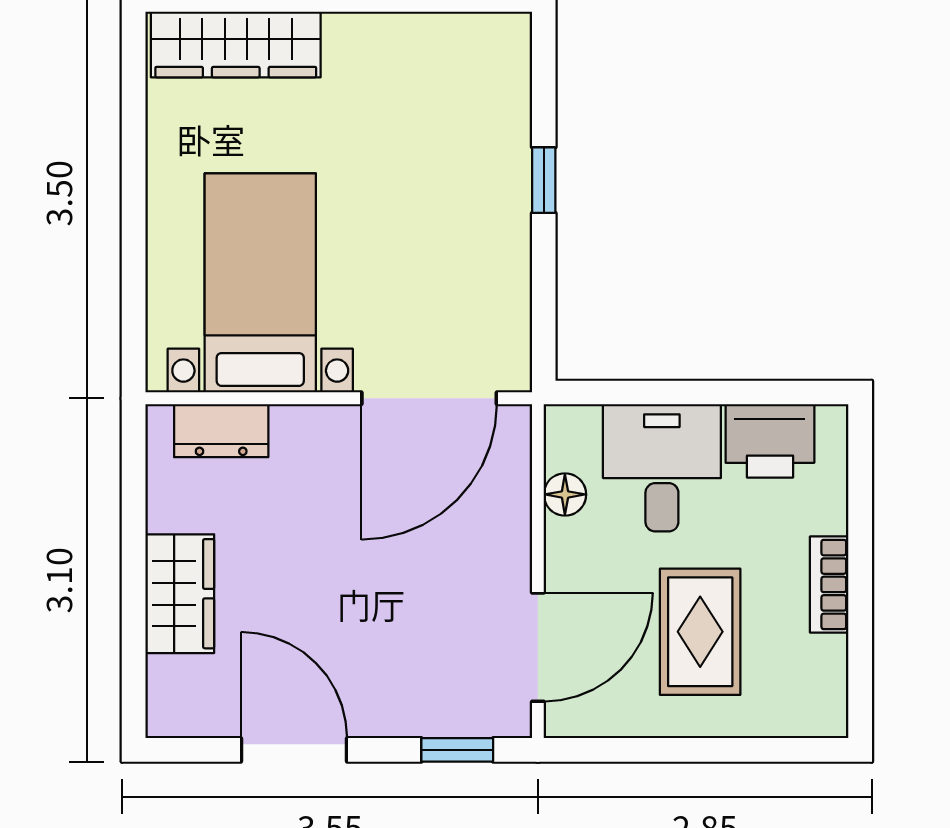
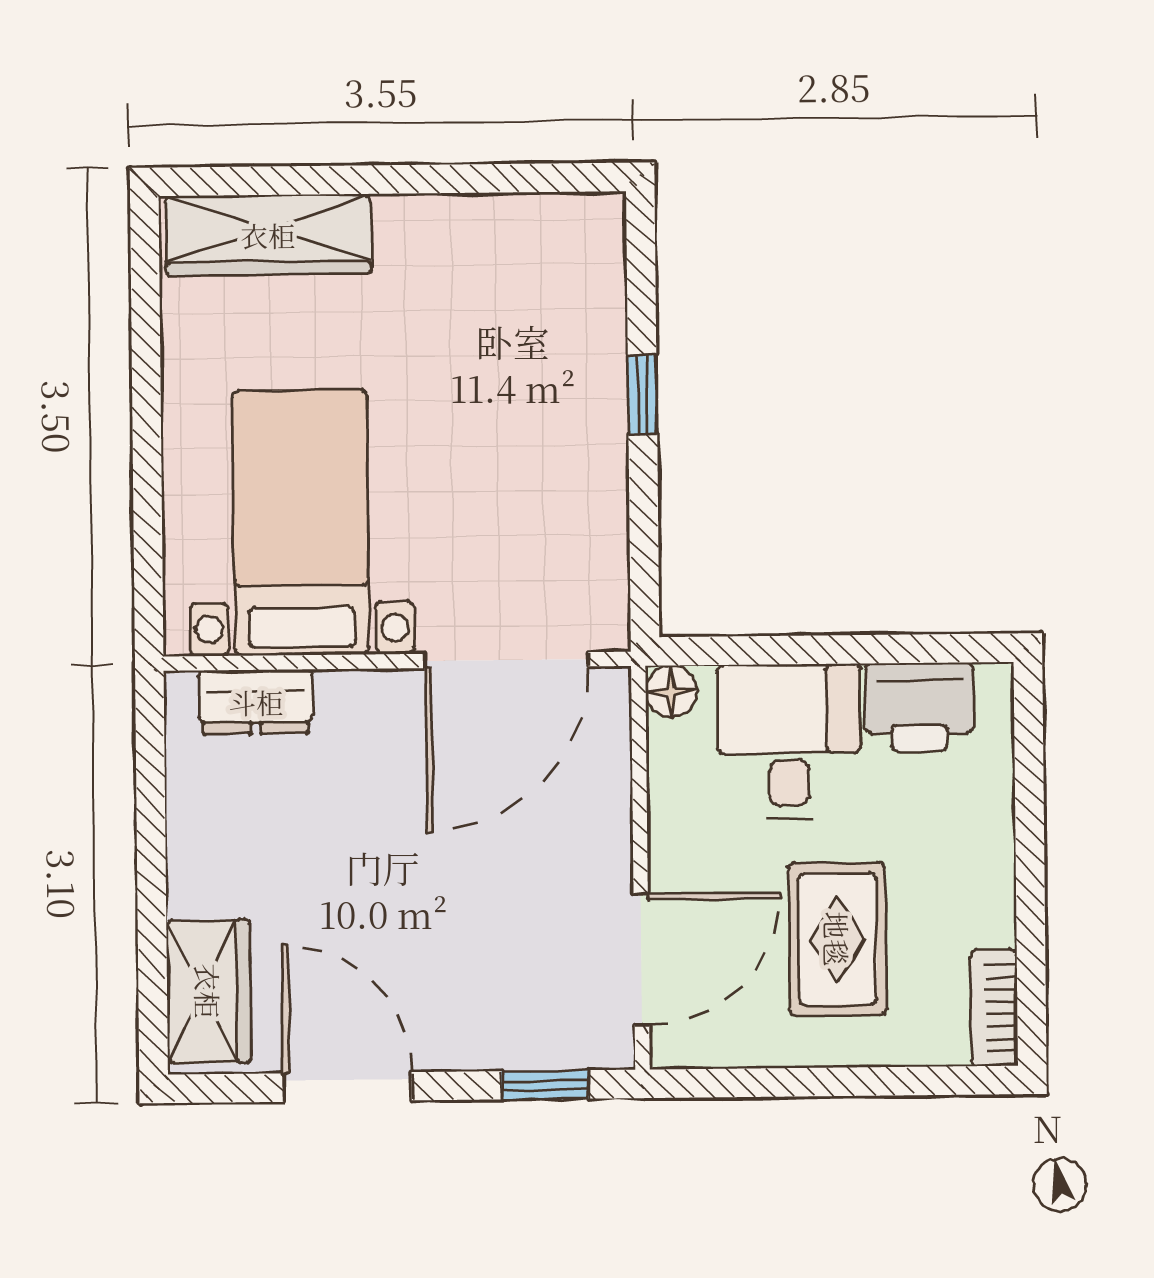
floor lamp: (565, 494) -> (671, 691), moved
bookcase: (829, 584) -> (994, 1008), moved
wardrobe: (180, 594) -> (208, 991), moved

